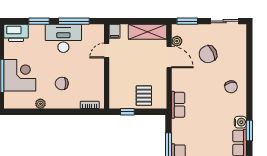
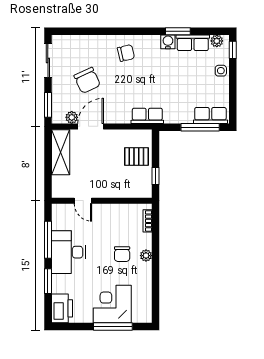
filing cabinet: (114, 31) -> (60, 191), removed
plant: (40, 104) -> (146, 256), moved

